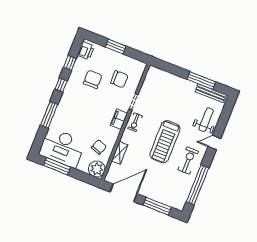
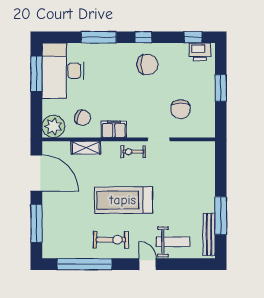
window: (70, 63) -> (193, 37), moved
chair: (93, 79) -> (147, 65), moved
filing cabinet: (119, 119) -> (114, 129), moved

